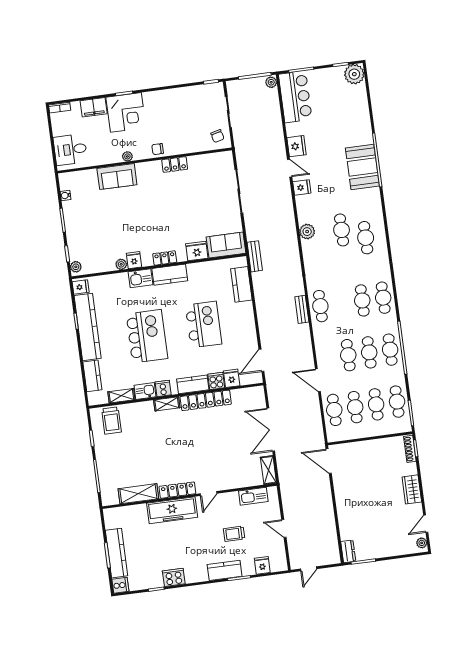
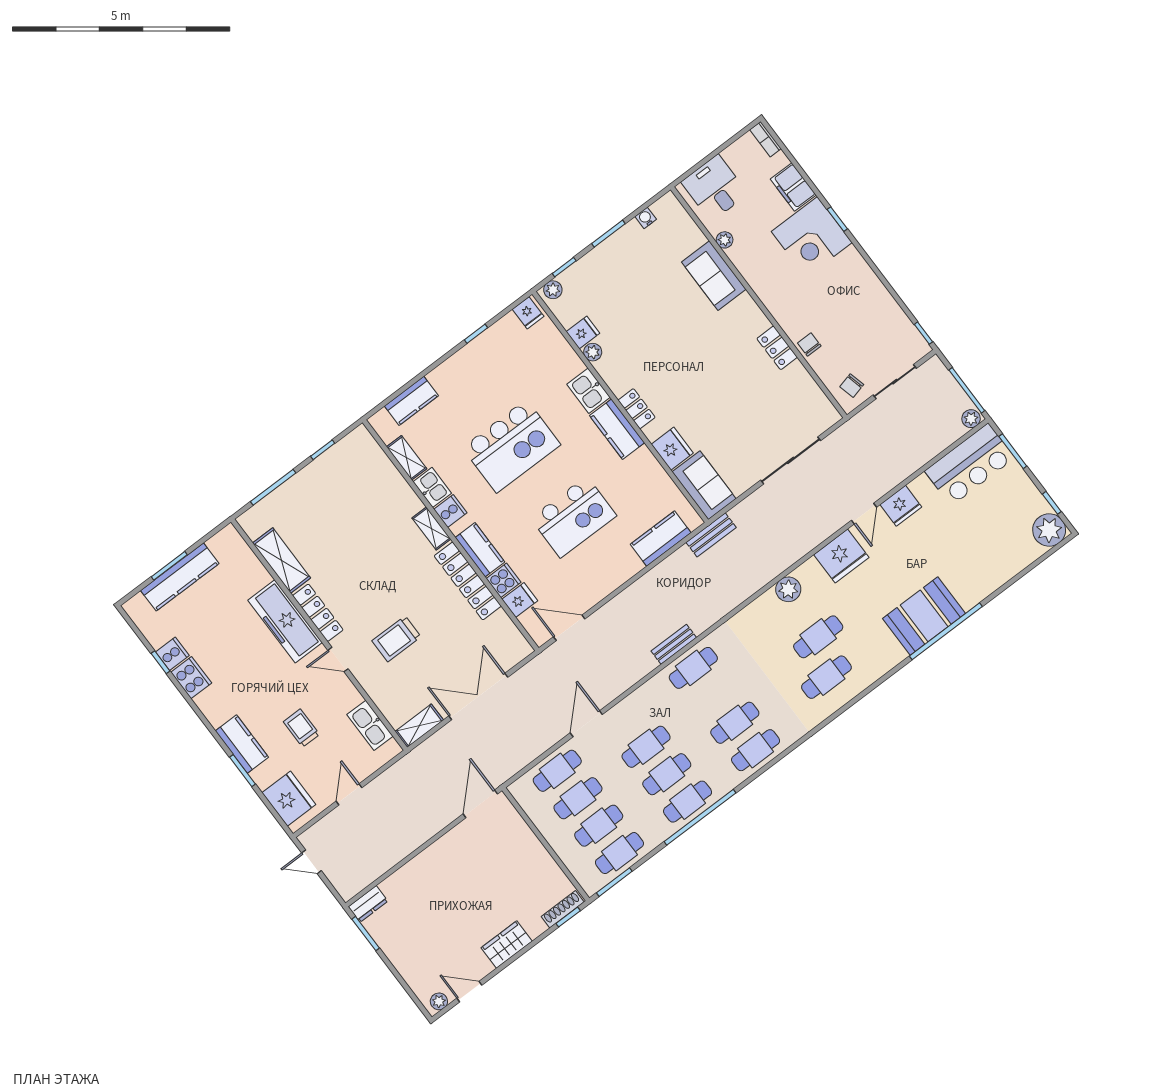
chair: (158, 149) -> (809, 344), moved
plant: (127, 156) -> (725, 240), moved
fridge: (302, 187) -> (841, 556), width x1.88, depth x1.34
fridge: (134, 260) -> (583, 332), moved
kitchen counter: (88, 327) -> (477, 355), removed
trolley: (111, 421) -> (396, 639), moved
fridge: (262, 565) -> (289, 799), width x1.88, depth x1.34
cooker: (120, 585) -> (172, 654), moved, turned -90

